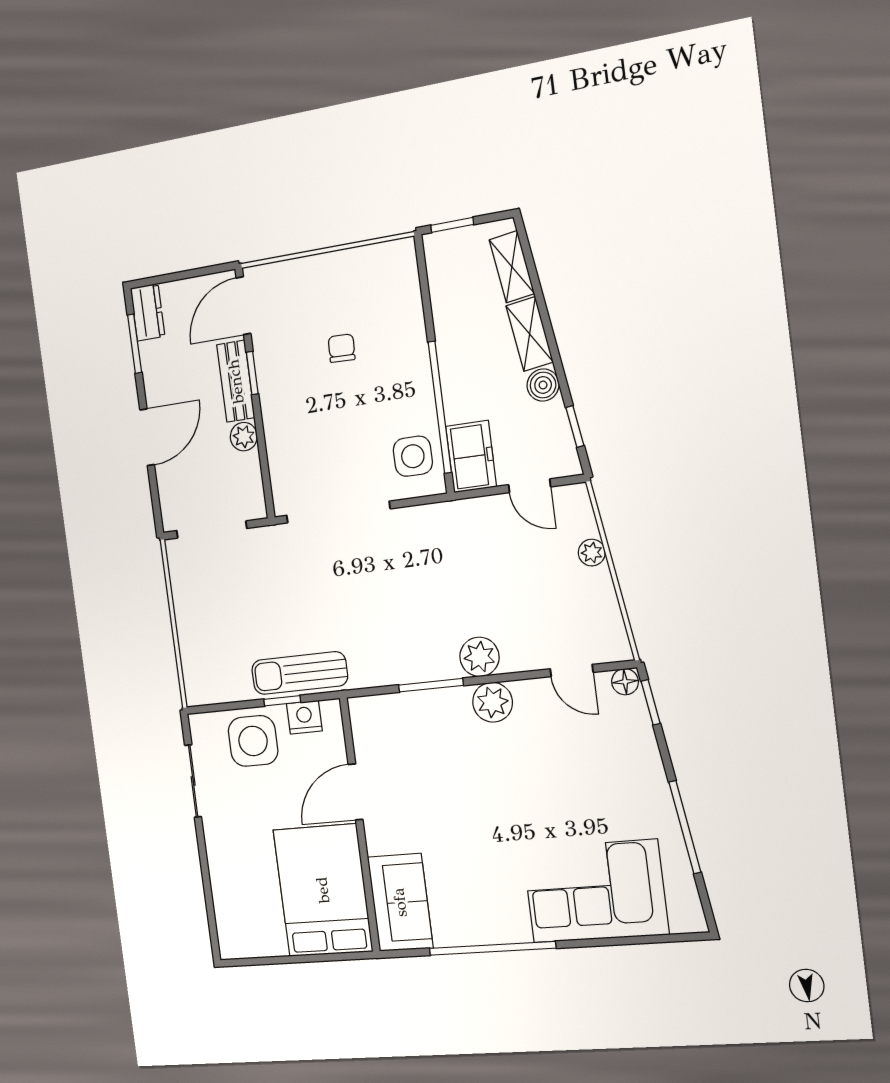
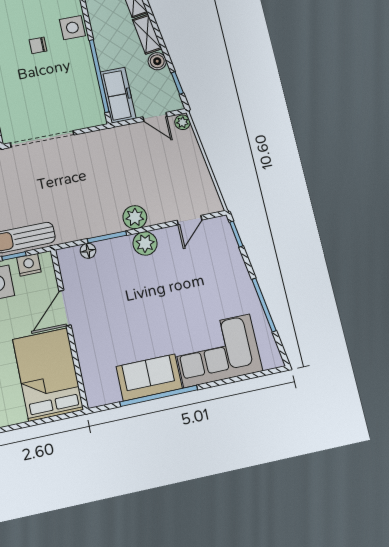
chair: (342, 348) -> (38, 45), turned -92
side table: (413, 456) -> (72, 28), moved
freezer: (471, 457) -> (118, 95), width x1.40
plant: (592, 553) -> (182, 122), moved
door: (572, 671) -> (190, 220), hinge flipped
floor lamp: (625, 682) -> (88, 251), moved
sofa: (400, 902) -> (149, 377), moved, turned -90

